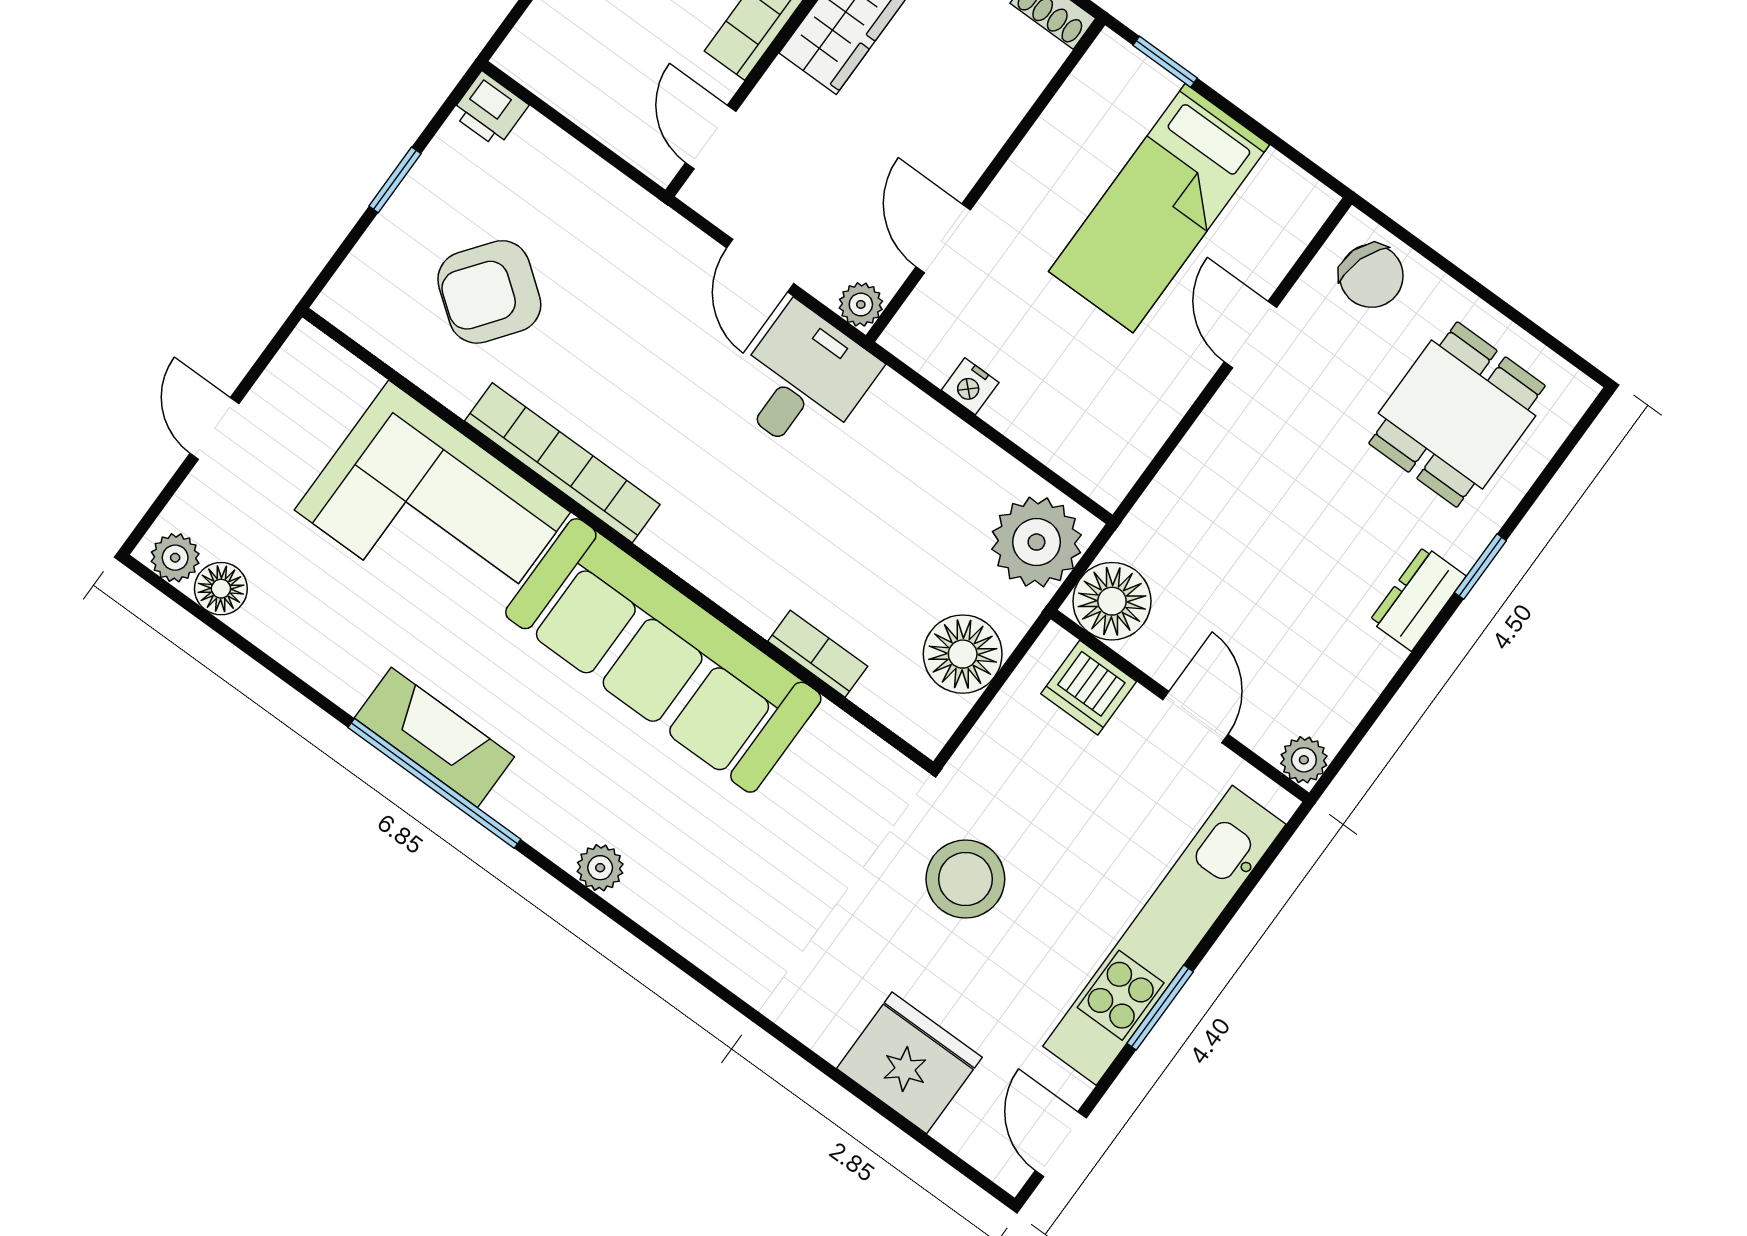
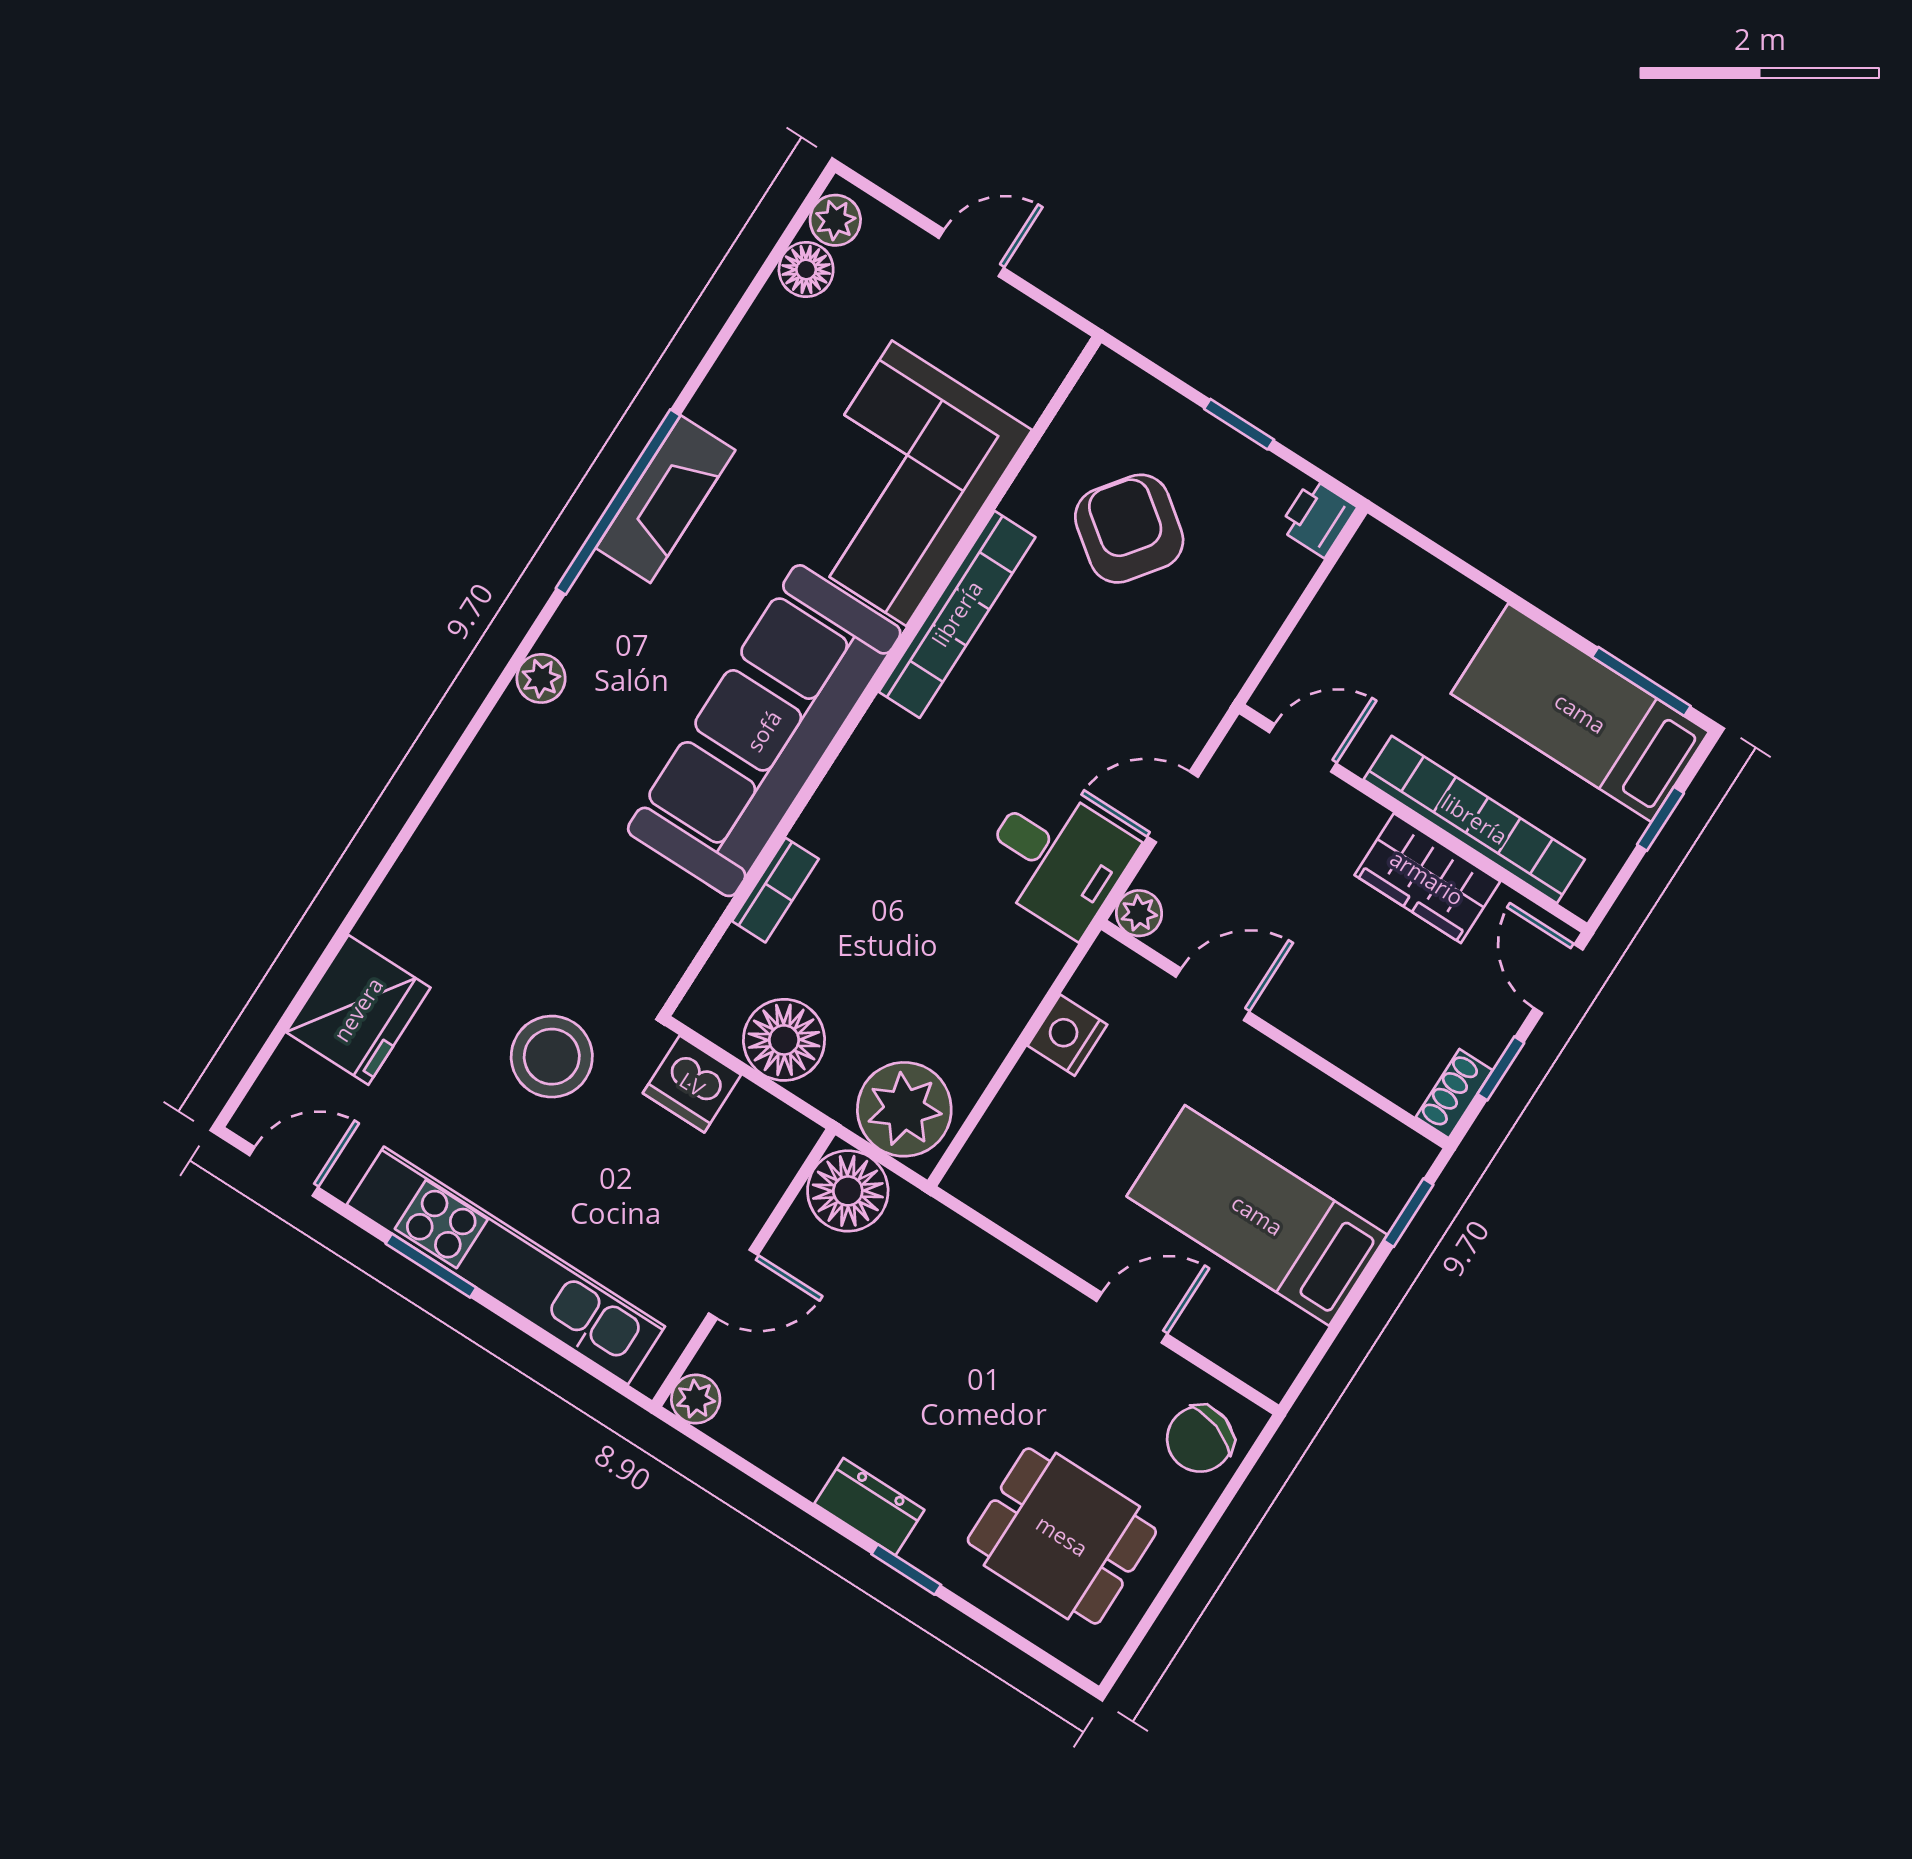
nightstand: (970, 386) -> (1067, 1035), width x1.39, depth x1.35
dishwasher: (1089, 688) -> (692, 1084), moved, turned -90

